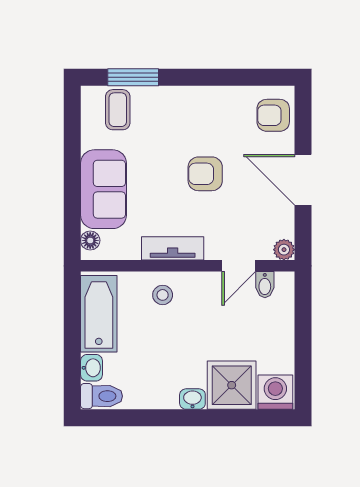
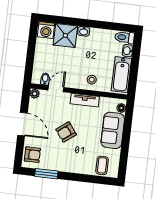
window: (133, 77) -> (46, 174), moved
armchair: (205, 174) -> (66, 132), turned 143

